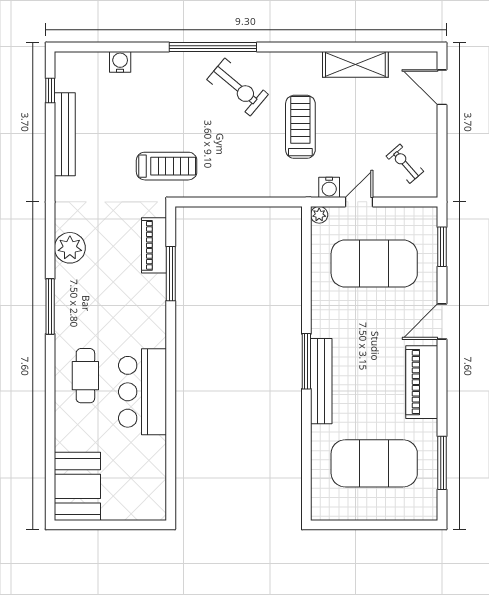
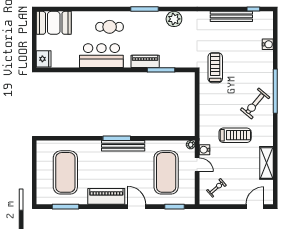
treadmill: (167, 166) -> (215, 68), turned 180
piano: (154, 245) -> (145, 61), moved
bench: (321, 381) -> (123, 146), moved
fridge: (149, 506) -> (44, 59), added

